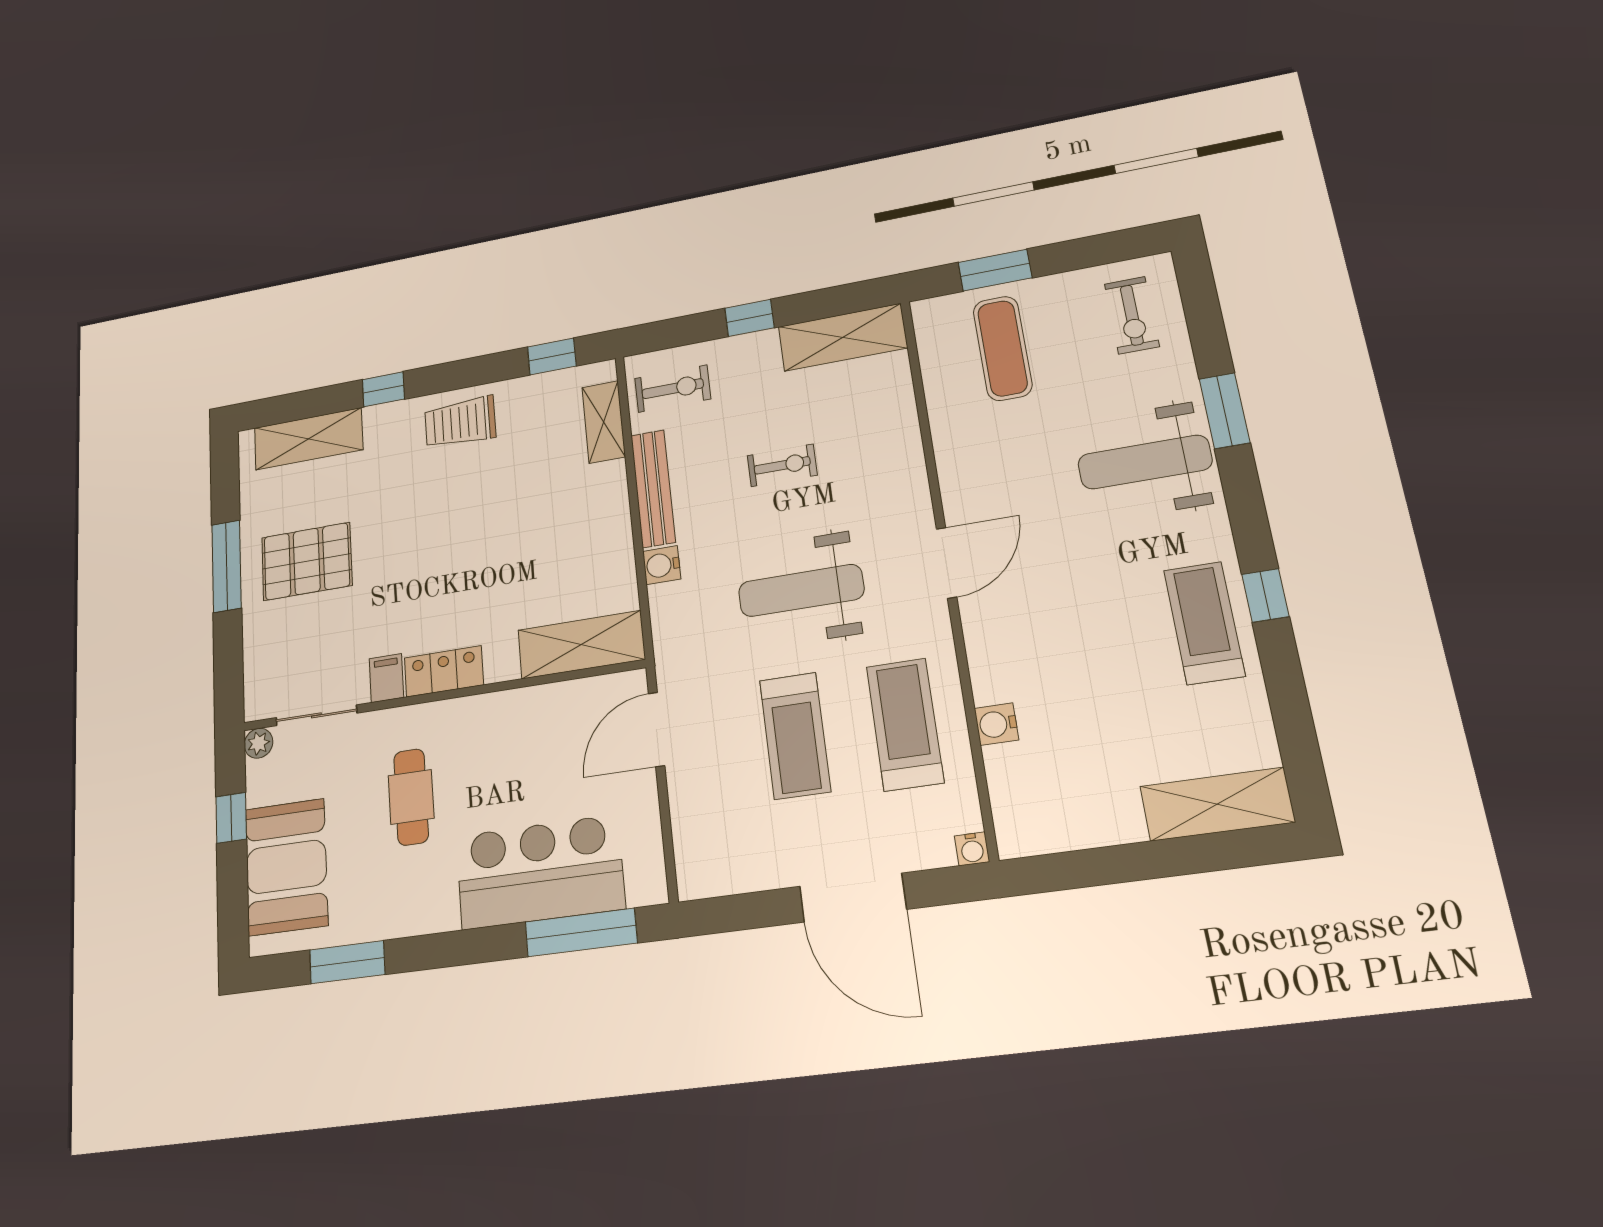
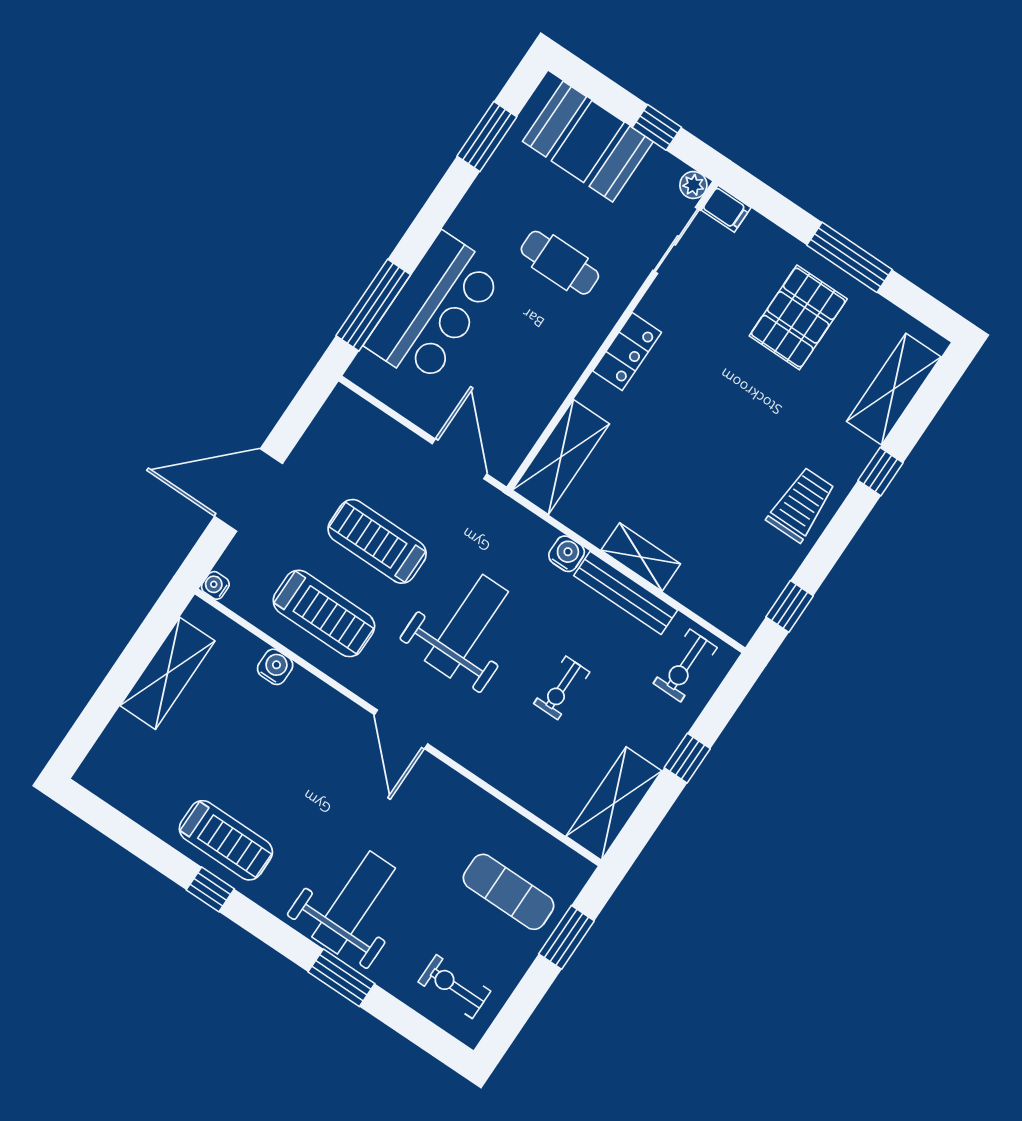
shelving: (604, 422) -> (641, 557), moved
filing cabinet: (386, 678) -> (726, 209), moved
shelving: (1217, 804) -> (167, 673), moved

